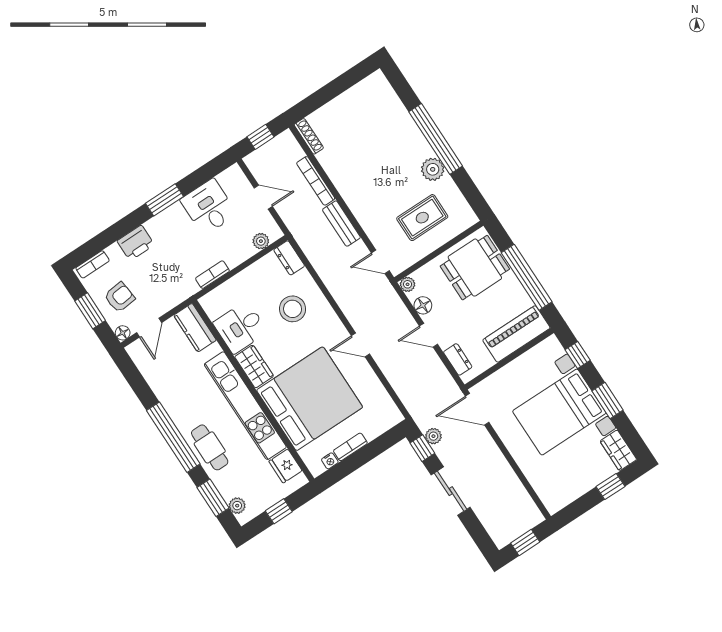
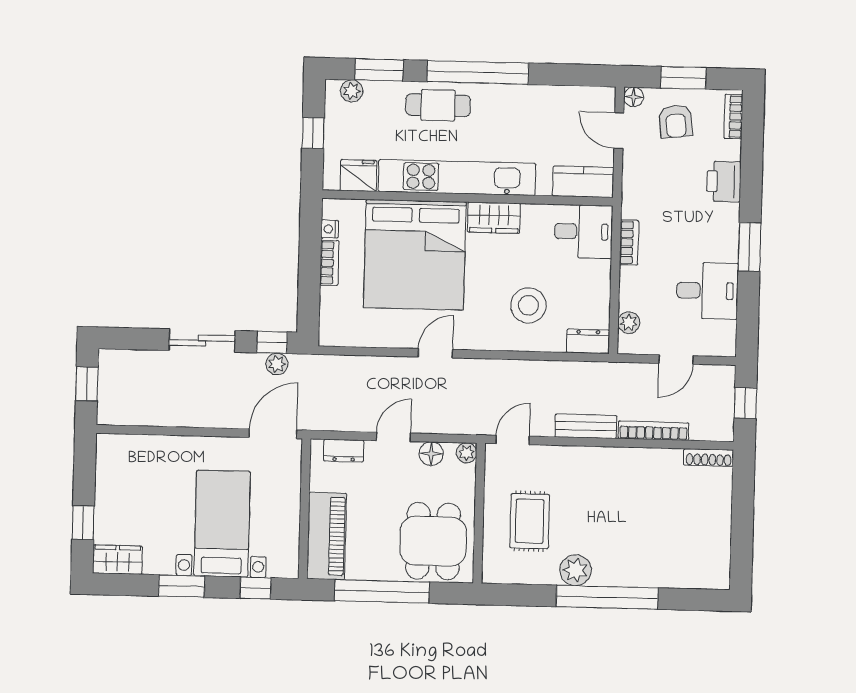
desk: (240, 327) -> (583, 232), moved, turned 90
bed with nightstands: (559, 412) -> (222, 524), width x0.73

